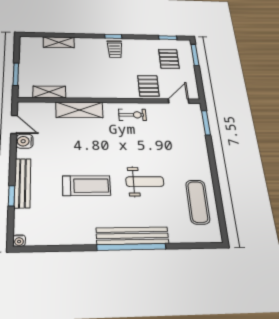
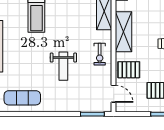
shelving: (104, 90) -> (124, 32), added
weight bench: (145, 182) -> (63, 66), moved

